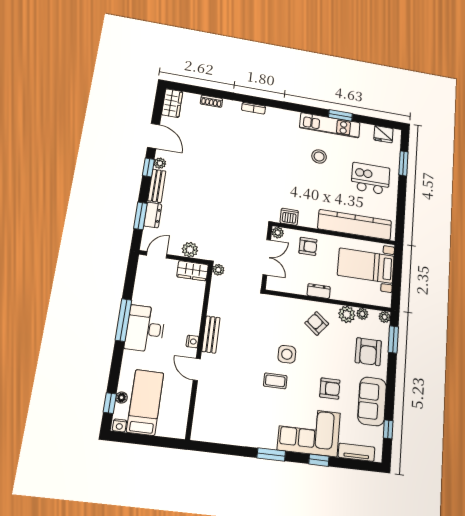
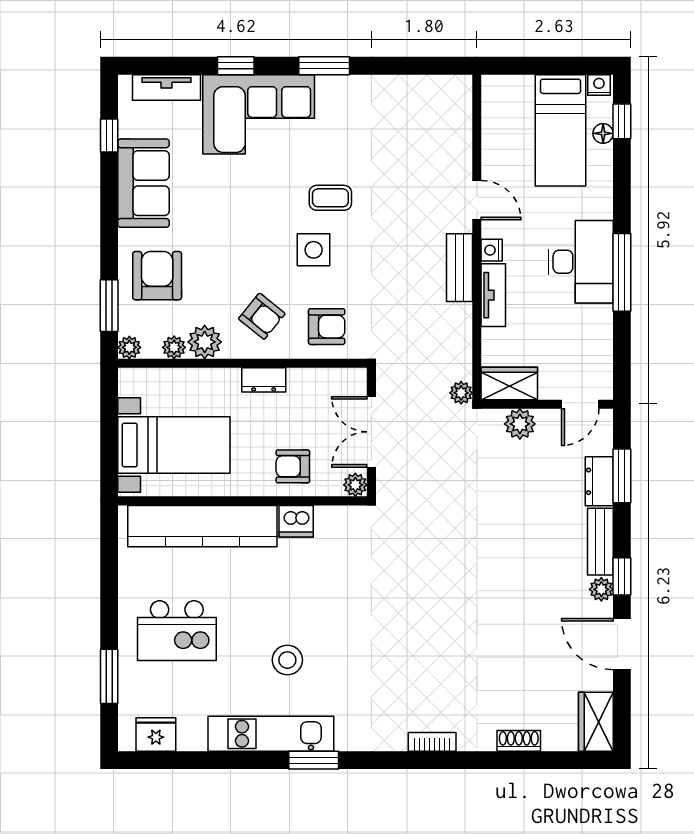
window: (340, 115) -> (314, 760), moved
dishwasher: (289, 217) -> (296, 521), moved
tv unit: (195, 318) -> (493, 295), added
armchair: (330, 388) -> (327, 327), moved, turned 180

